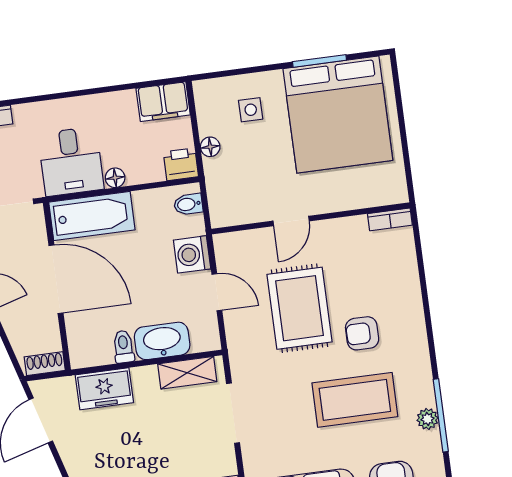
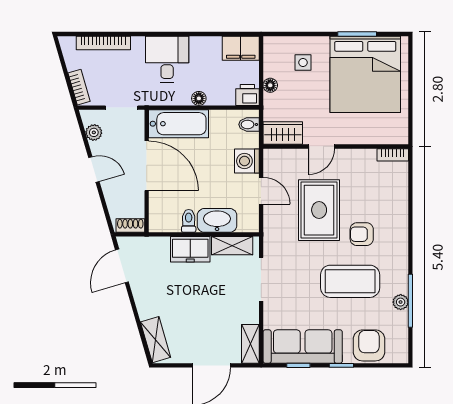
desk: (71, 161) -> (167, 59), moved, turned 180
wardrobe: (236, 210) -> (283, 133), added
freezer: (104, 389) -> (190, 249), moved

